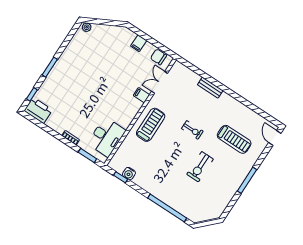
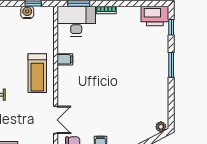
filing cabinet: (142, 95) -> (65, 59), moved
desk: (106, 137) -> (76, 21), moved, turned 90

